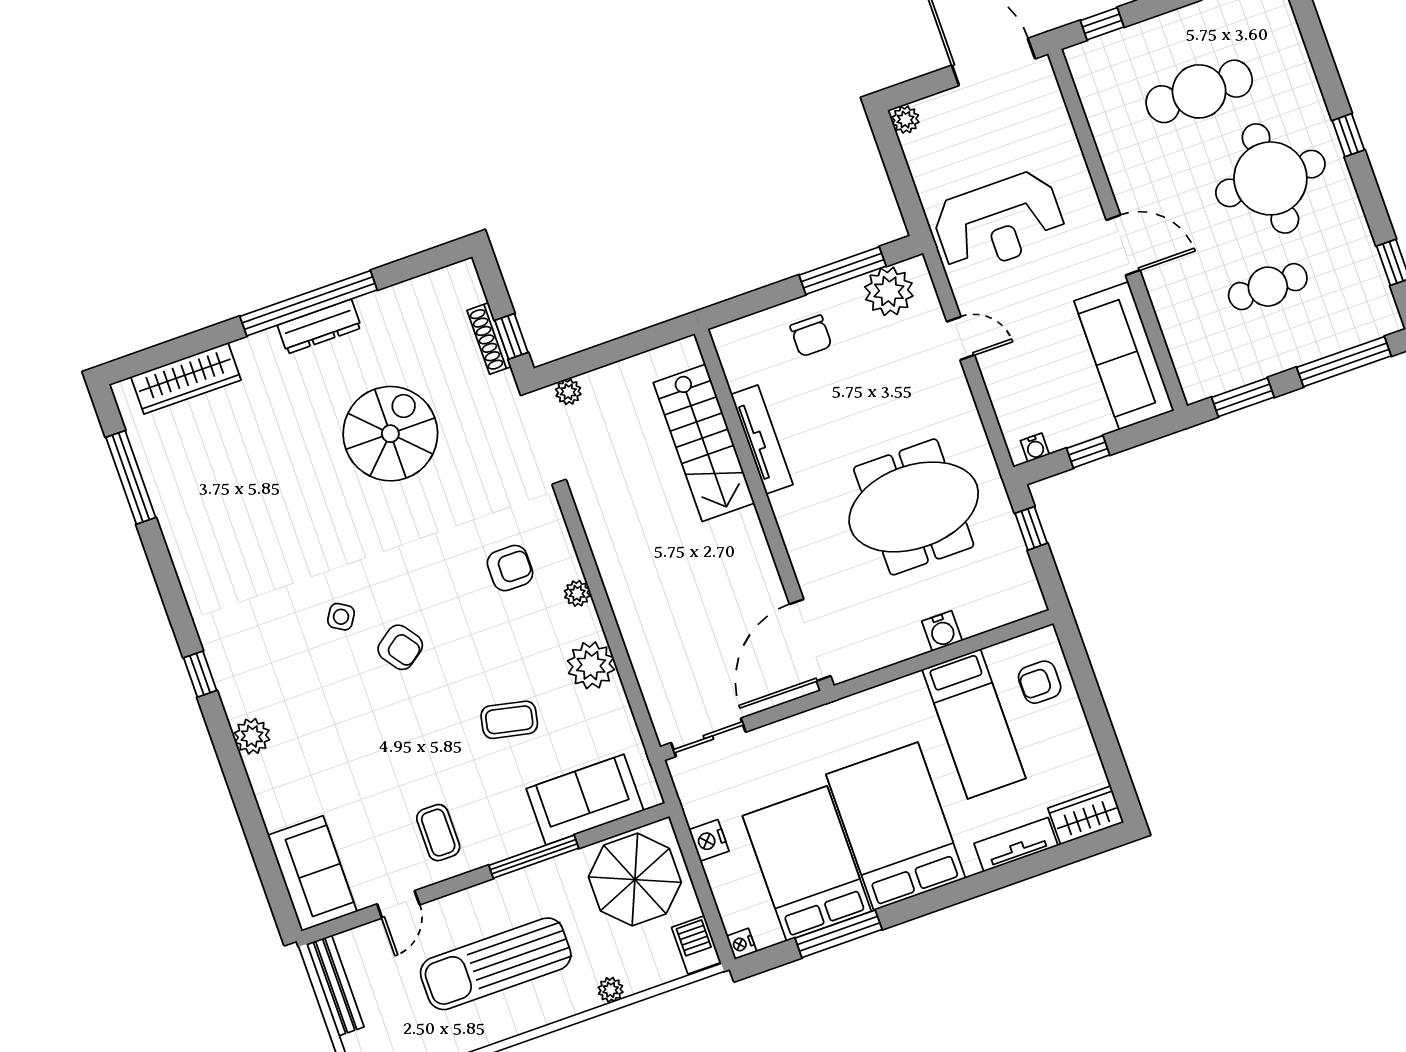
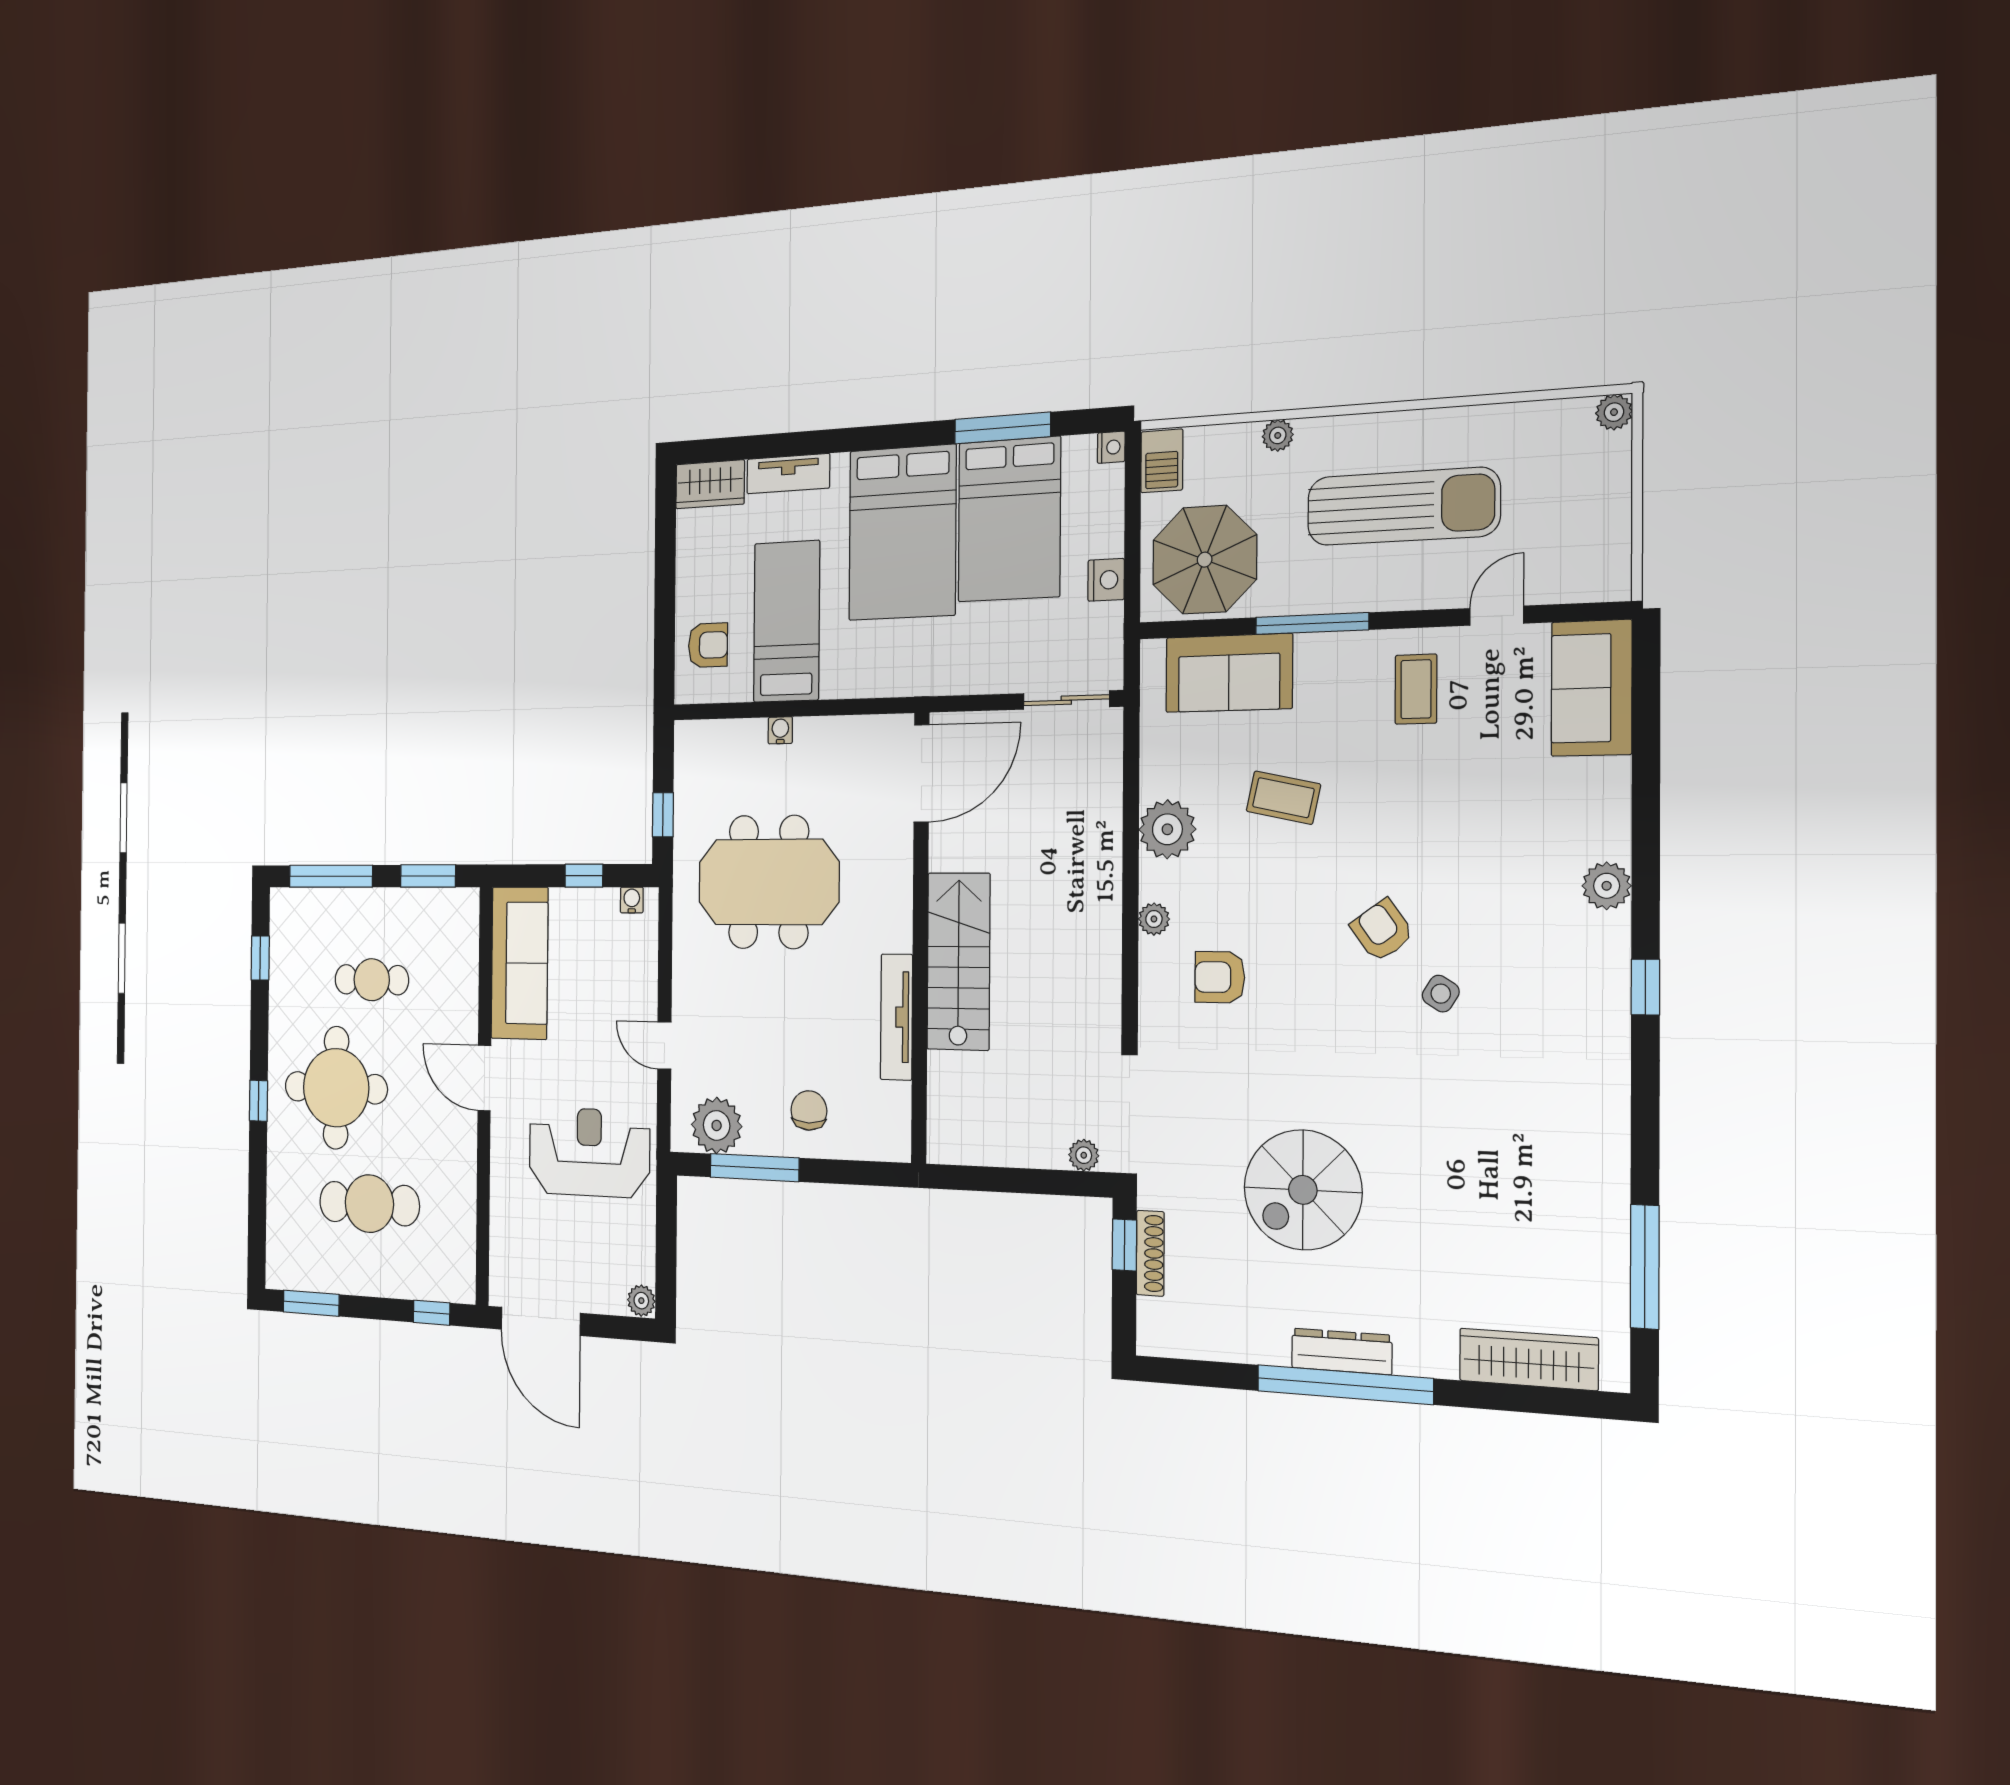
stairs: (704, 443) -> (958, 961), moved
water cooler: (942, 631) -> (780, 730), width x0.72, depth x0.72
bench: (335, 986) -> (1614, 537), removed

